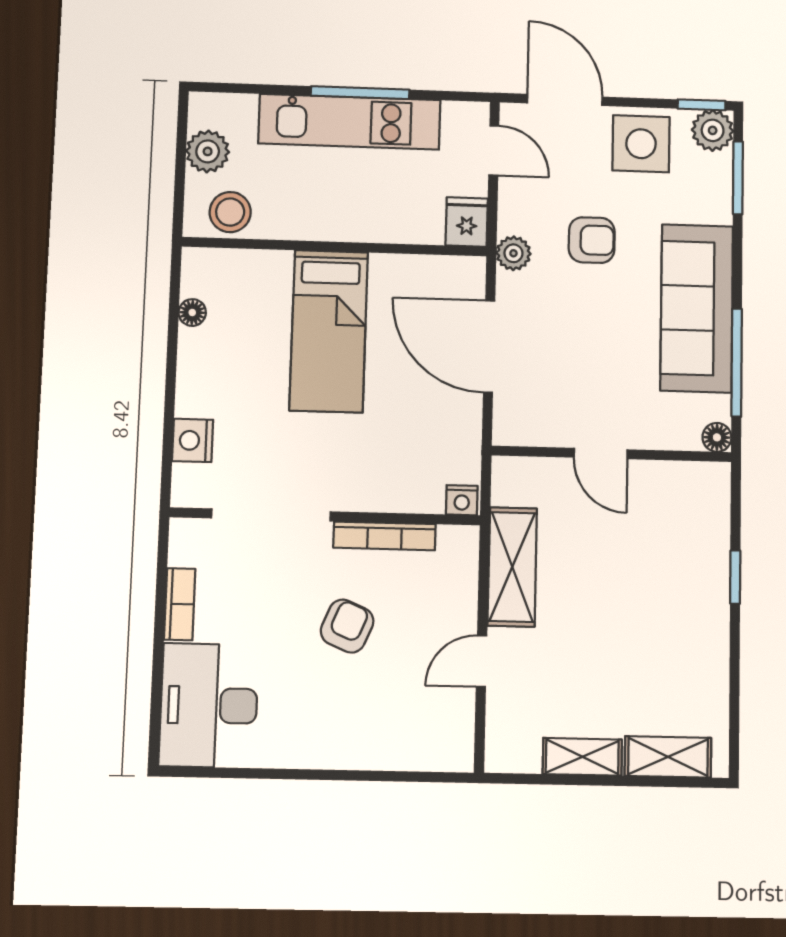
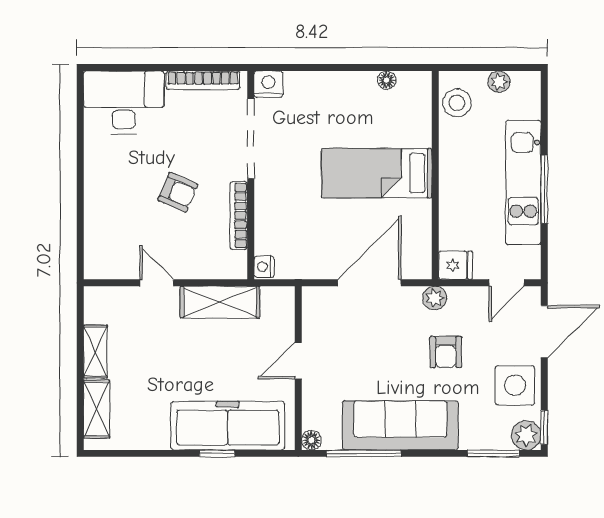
plant: (208, 151) -> (499, 82), width x0.73, depth x0.73
nightstand: (193, 440) -> (268, 84), moved
freezer: (695, 560) -> (228, 426), added
bookcase: (180, 604) -> (203, 80), width x1.56

